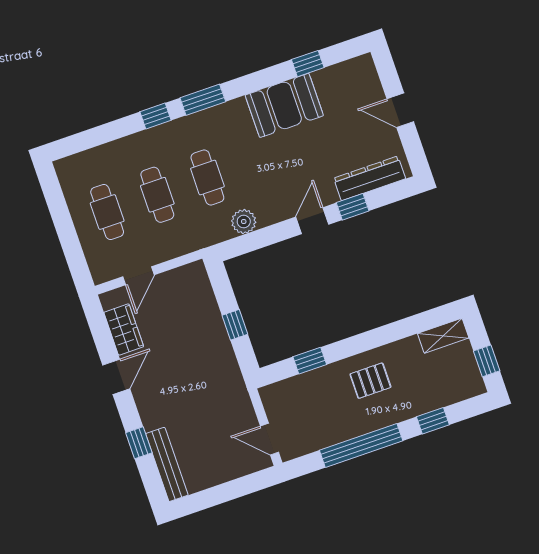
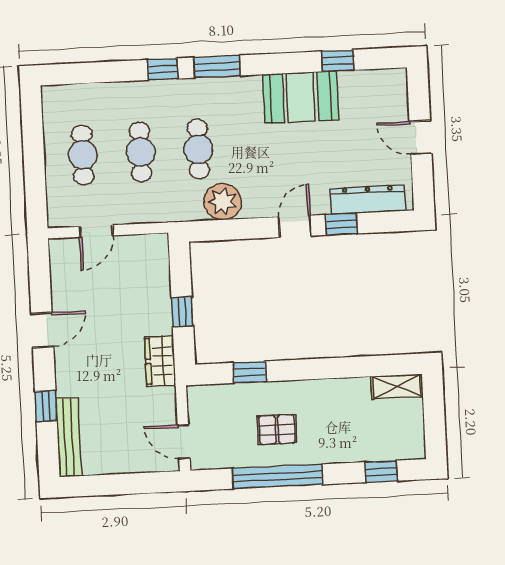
plant: (244, 222) -> (223, 202), width x1.36, depth x1.36
wardrobe: (124, 329) -> (160, 361), moved, turned 180
window: (487, 361) -> (435, 426), removed
pallet: (370, 381) -> (277, 430), moved
window: (433, 421) -> (381, 471), moved

